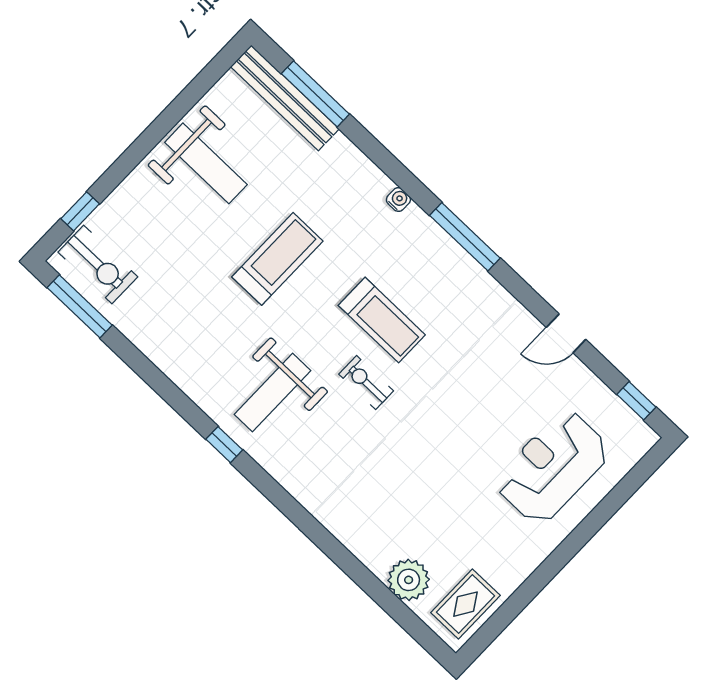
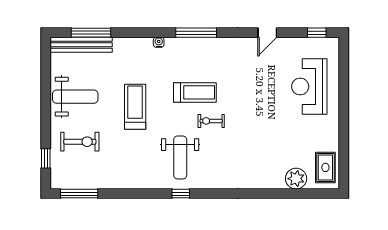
exercise bike: (98, 264) -> (80, 142), moved

